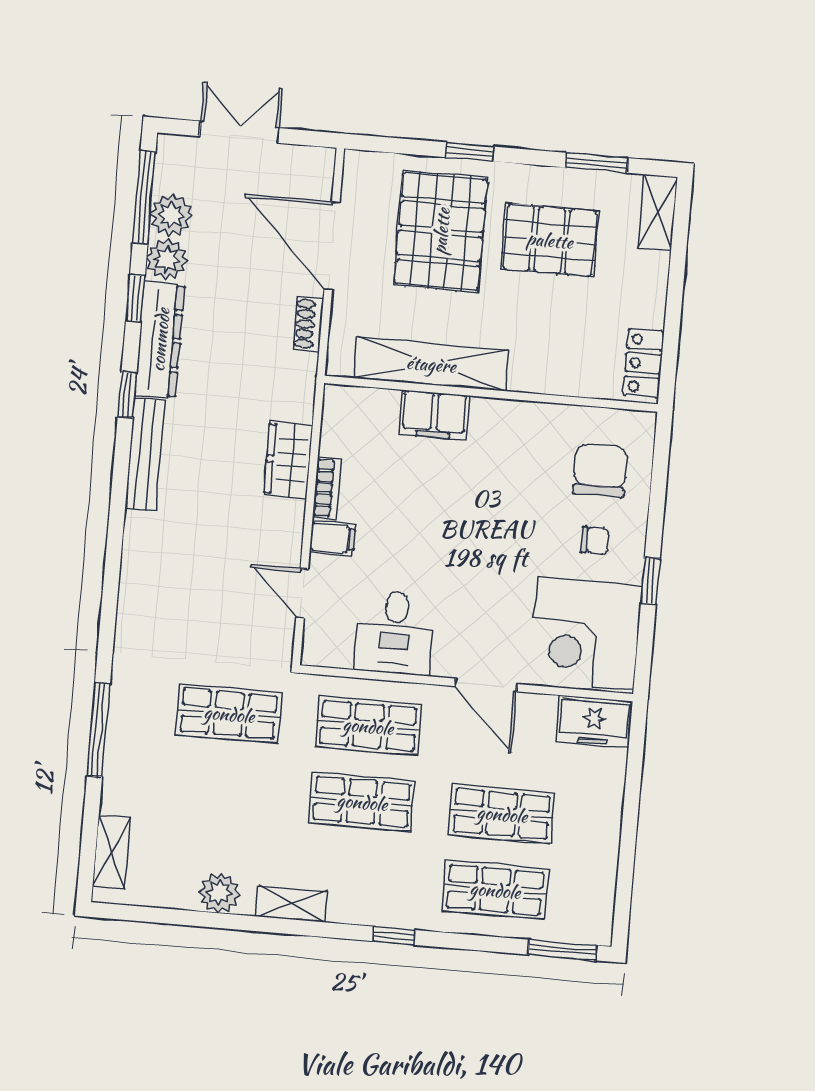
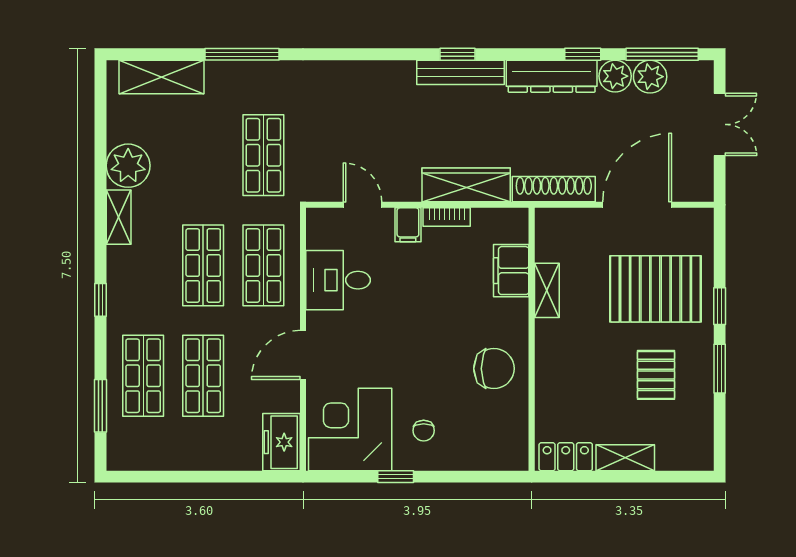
window: (597, 163) -> (720, 369), moved
shelving: (658, 213) -> (625, 458), moved
pallet: (550, 240) -> (656, 375), width x0.67, depth x0.71
shoe rack: (308, 324) -> (554, 189), width x1.94, depth x1.24
shelving: (431, 364) -> (547, 290), width x0.45, depth x0.75
window: (127, 395) -> (458, 54), moved
filing cabinet: (434, 415) -> (511, 271), moved
wardrobe: (288, 460) -> (466, 185), width x1.50
chair: (600, 470) -> (494, 369), moved
door: (302, 593) -> (363, 205), hinge flipped
shelving: (112, 852) -> (161, 77), width x1.50, depth x1.33
plant: (219, 893) -> (128, 166), width x1.36, depth x1.36
window: (563, 950) -> (101, 406), moved

